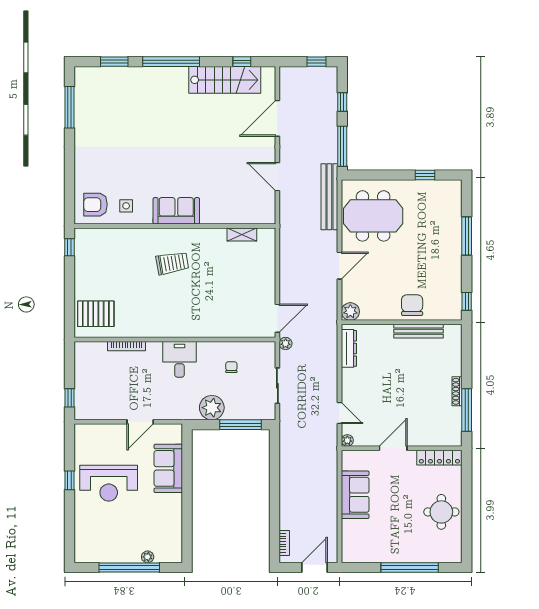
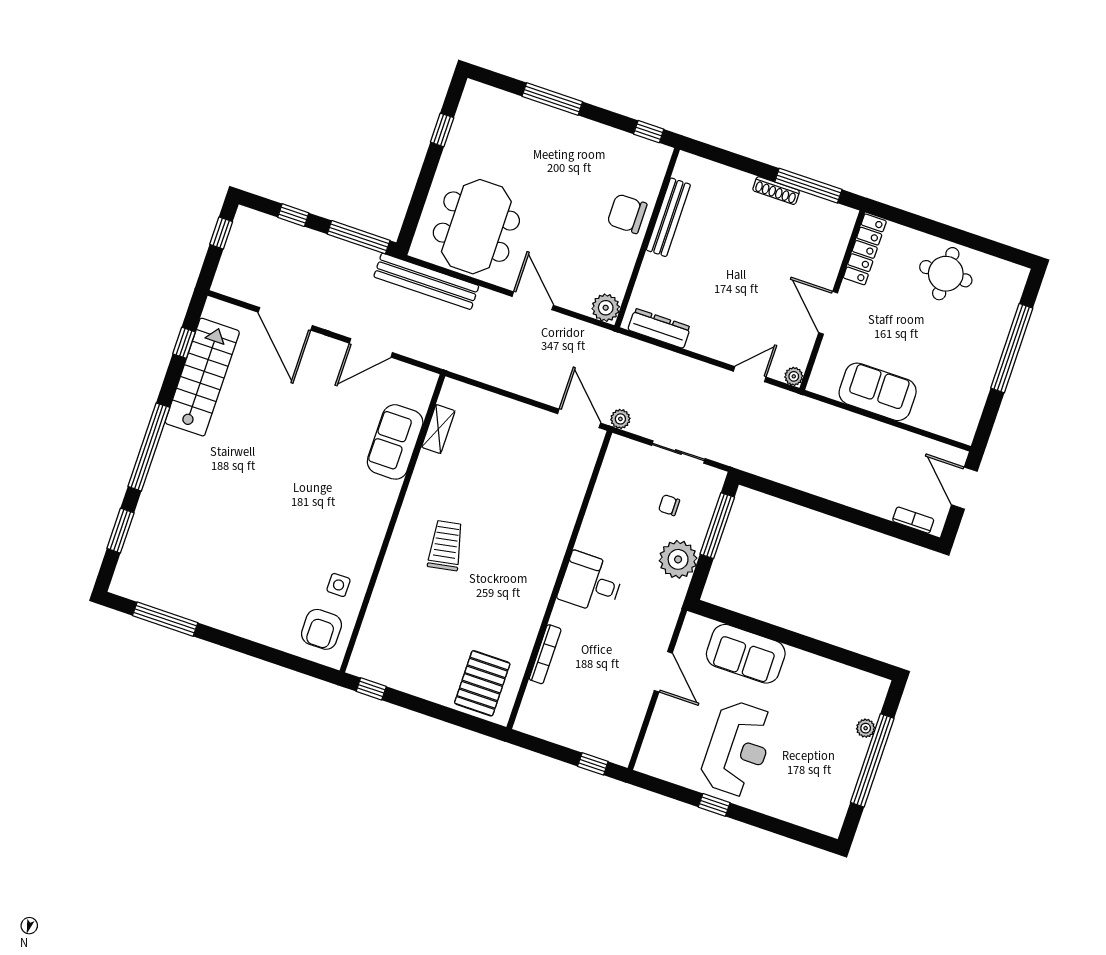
sofa: (176, 211) -> (395, 442), moved
chair: (231, 367) -> (669, 505), moved

